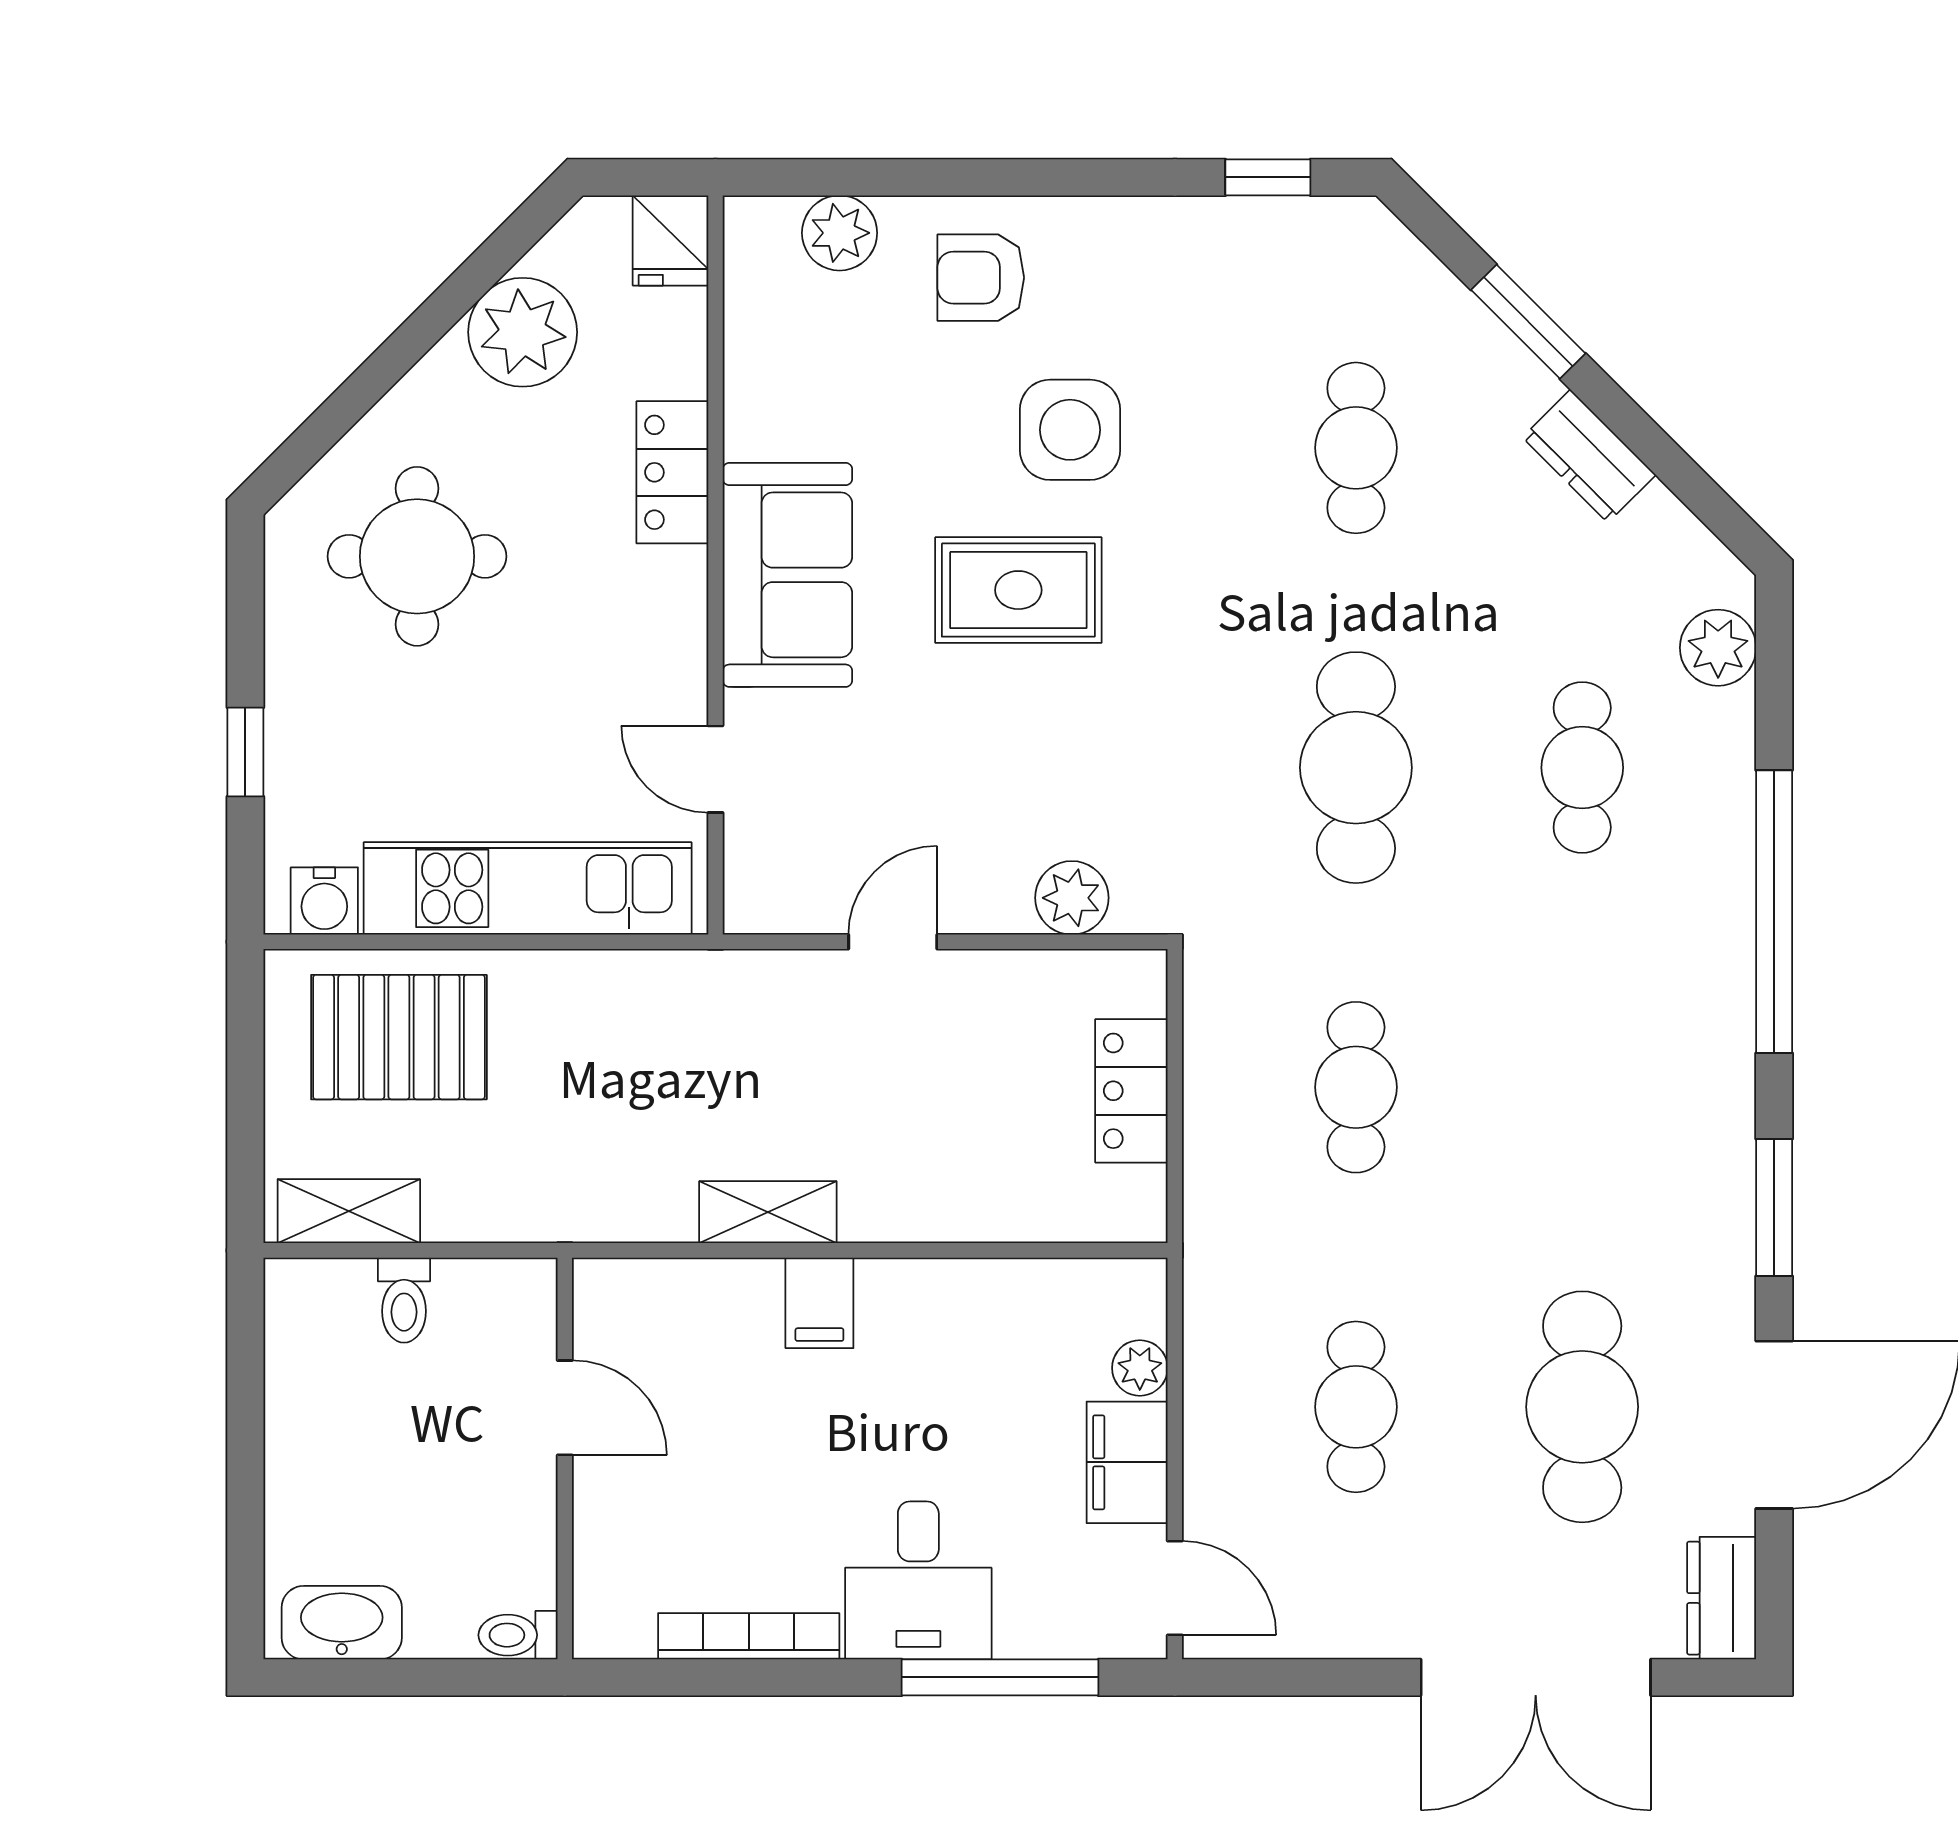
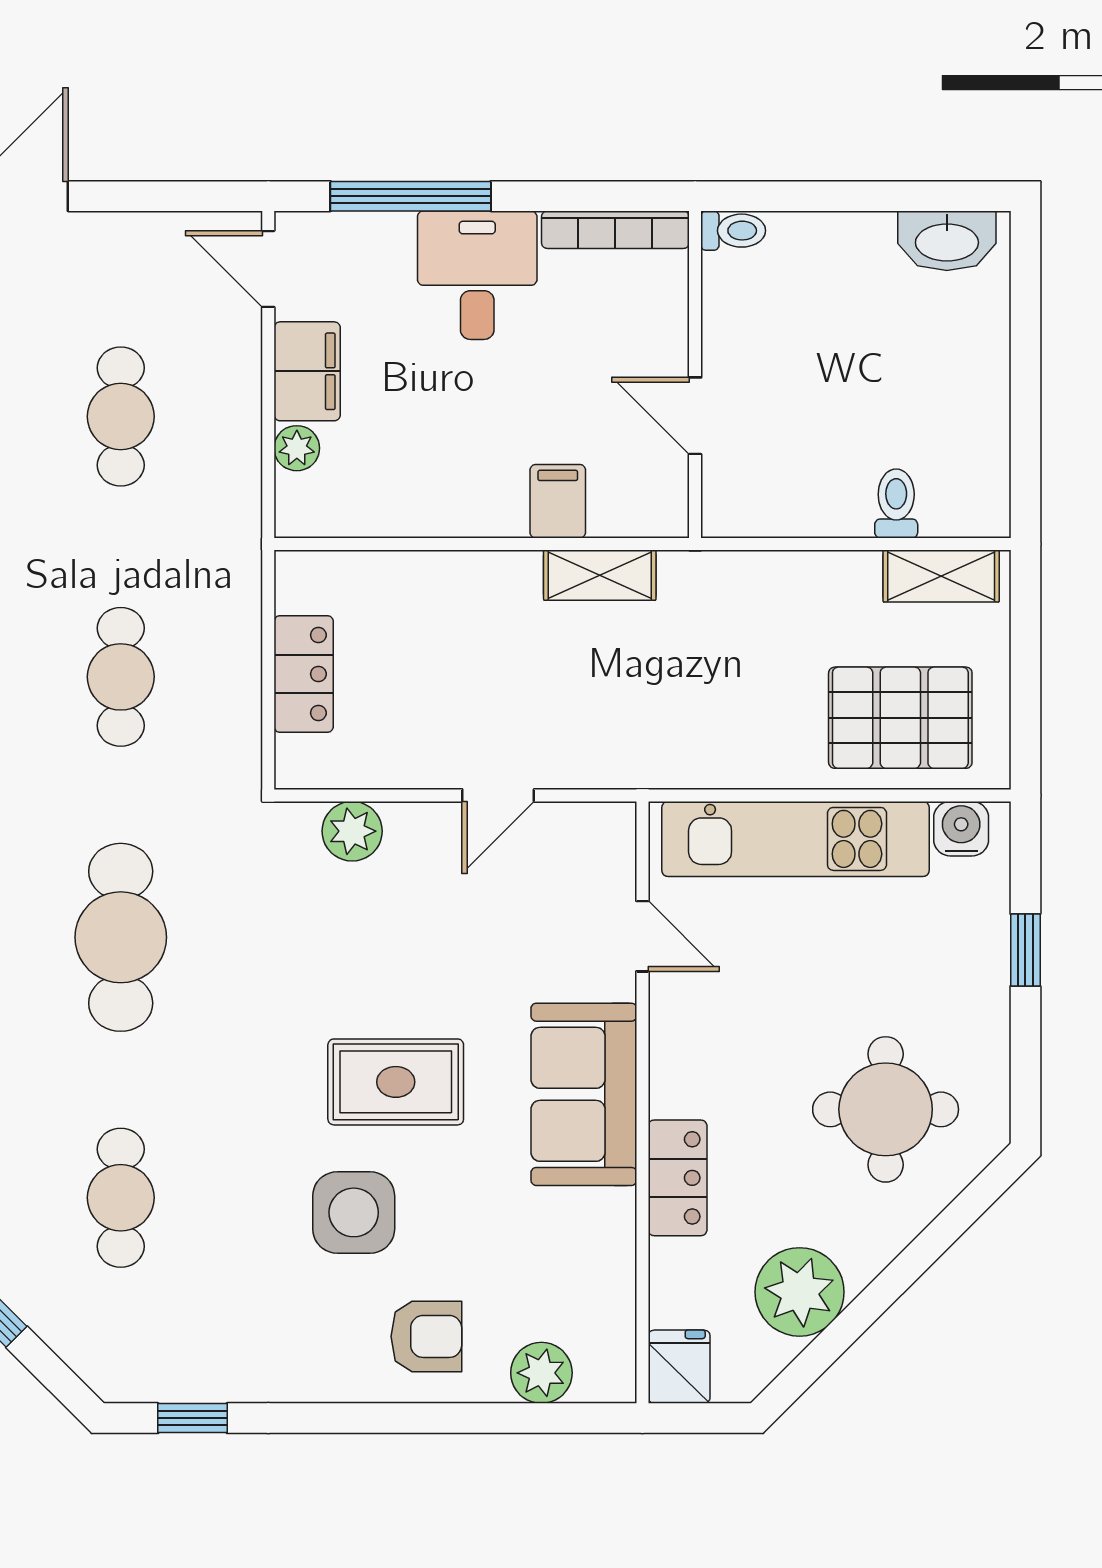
door: (565, 1408) -> (695, 416), moved
wall: (565, 1458) -> (695, 374), moved
toilet: (518, 1635) -> (733, 231), moved

